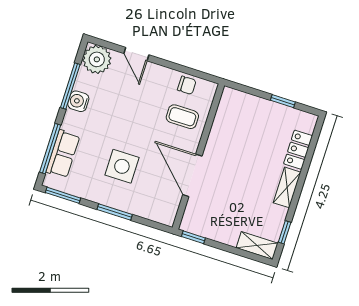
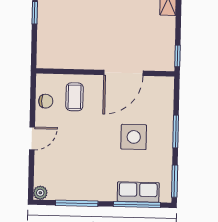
door: (136, 54) -> (32, 138), moved
plant: (97, 59) -> (40, 193), width x0.53, depth x0.53
chair: (187, 85) -> (46, 101), turned 90
water cooler: (78, 101) -> (88, 192), removed

